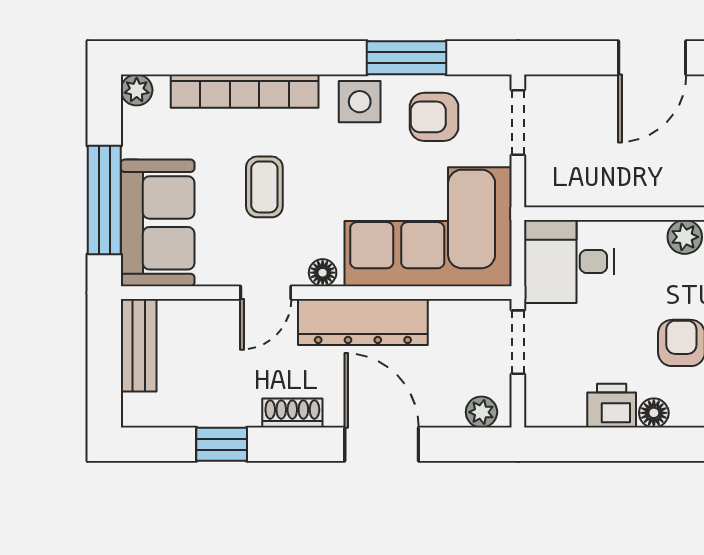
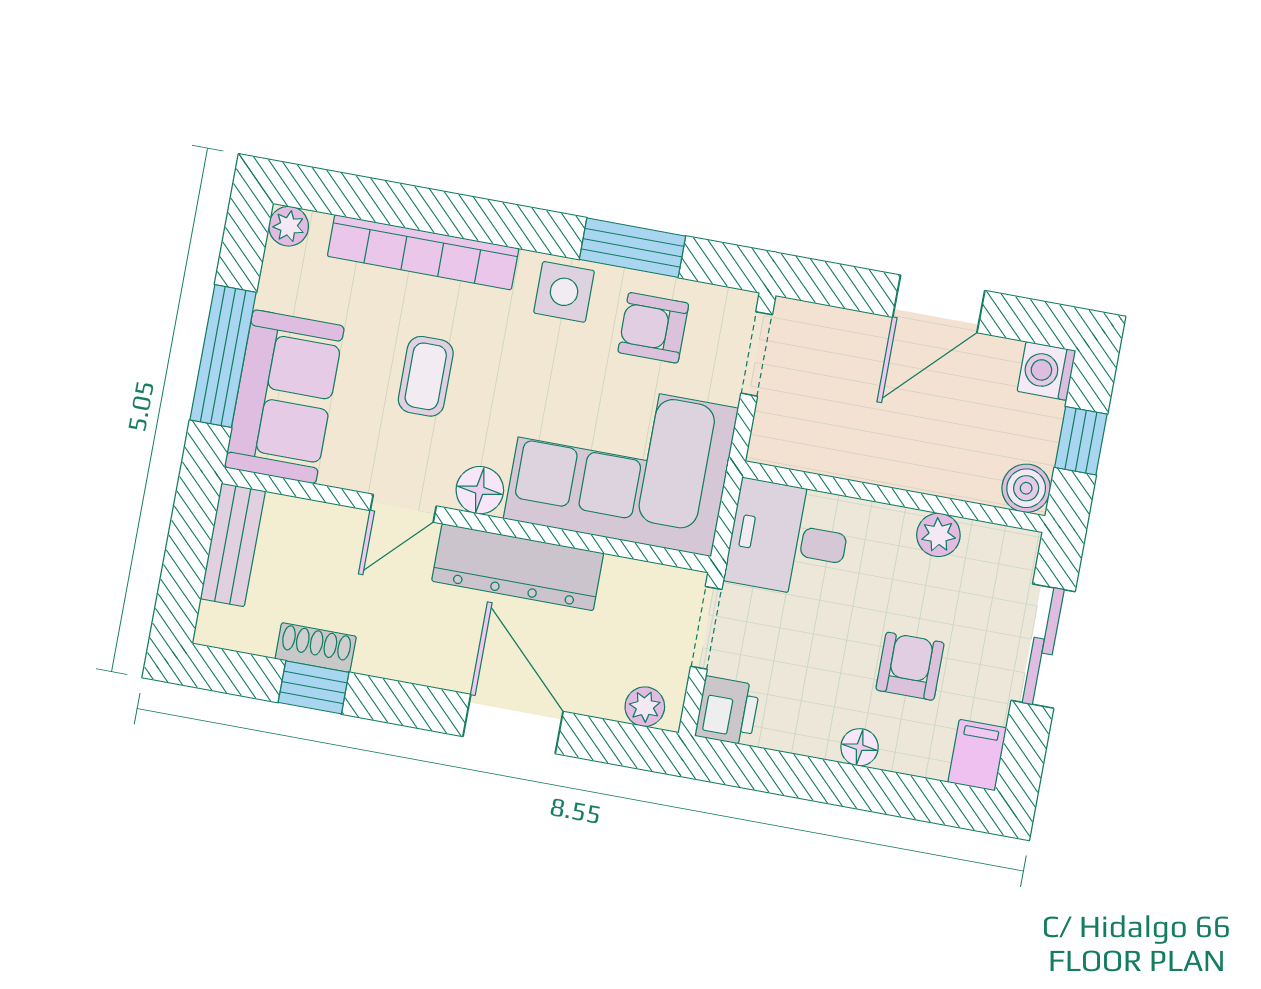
floor lamp: (323, 273) -> (480, 490), width x1.37, depth x1.37
printer: (612, 406) -> (727, 711), moved, turned 90
shoe rack: (292, 413) -> (316, 648), moved

